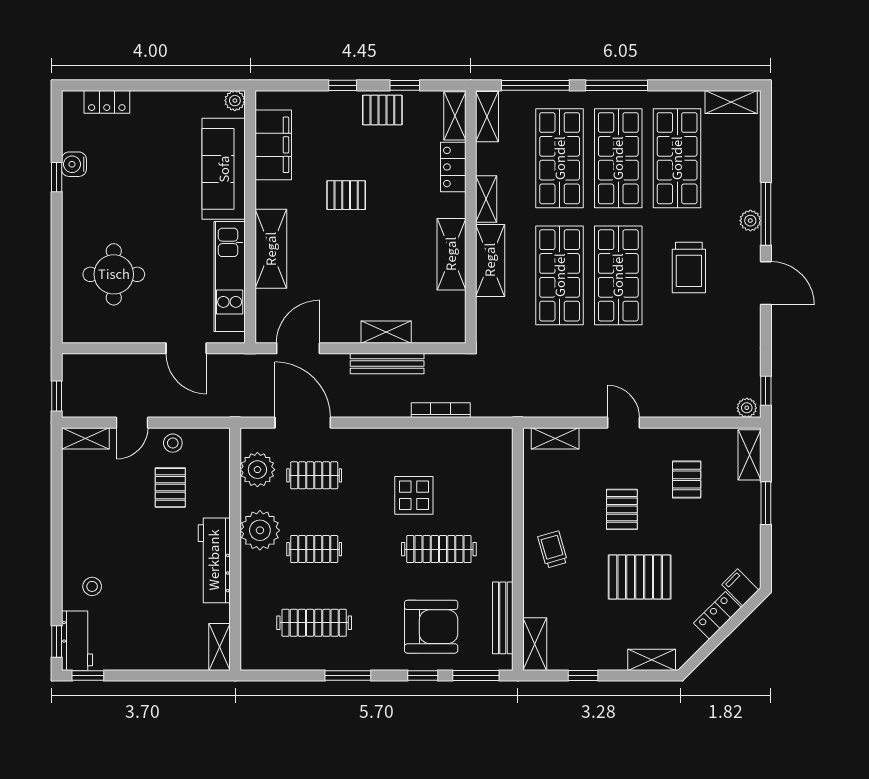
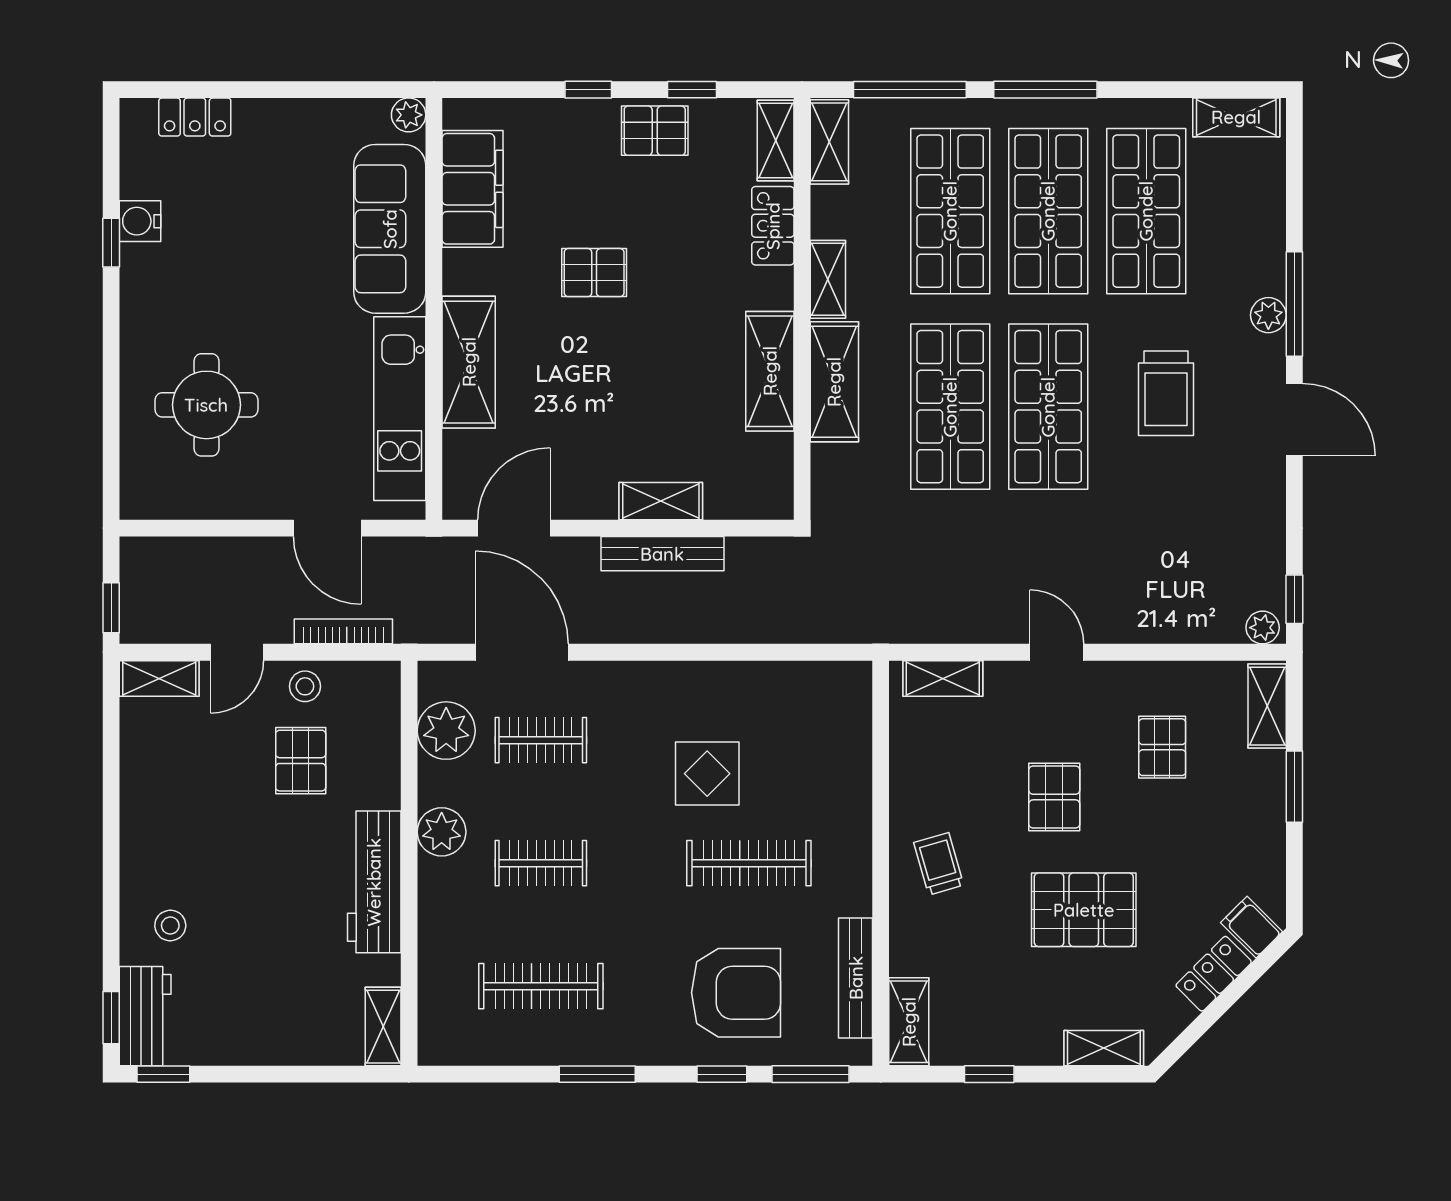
bookcase: (441, 410) -> (343, 631), moved
plant: (260, 530) -> (442, 832), width x0.73, depth x0.73

